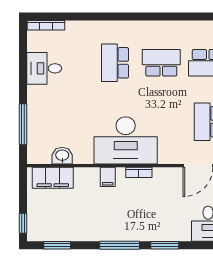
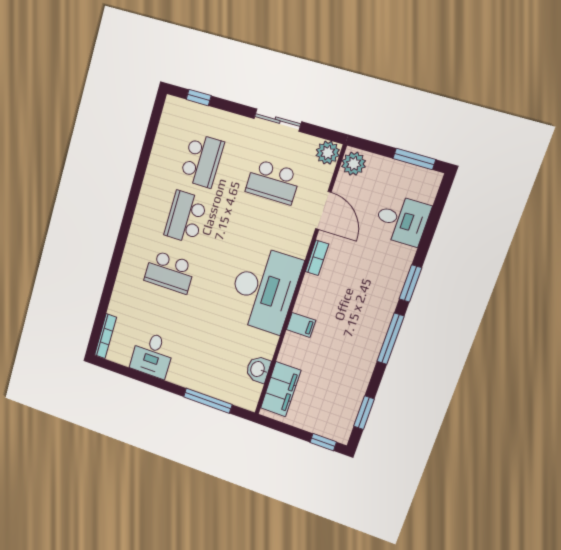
bookcase: (139, 172) -> (317, 258), moved

